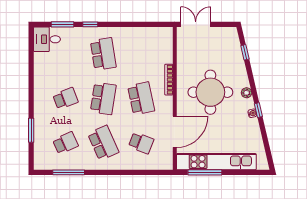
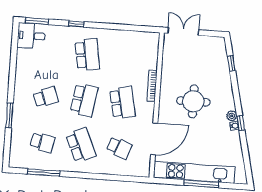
window: (62, 24) -> (37, 21), moved
round table: (210, 92) -> (193, 101), width x0.73, depth x0.73
plant: (247, 93) -> (232, 116), moved
window: (31, 130) -> (9, 115), moved
school desk: (65, 143) -> (42, 142), turned 36
window: (205, 172) -> (201, 184), moved

